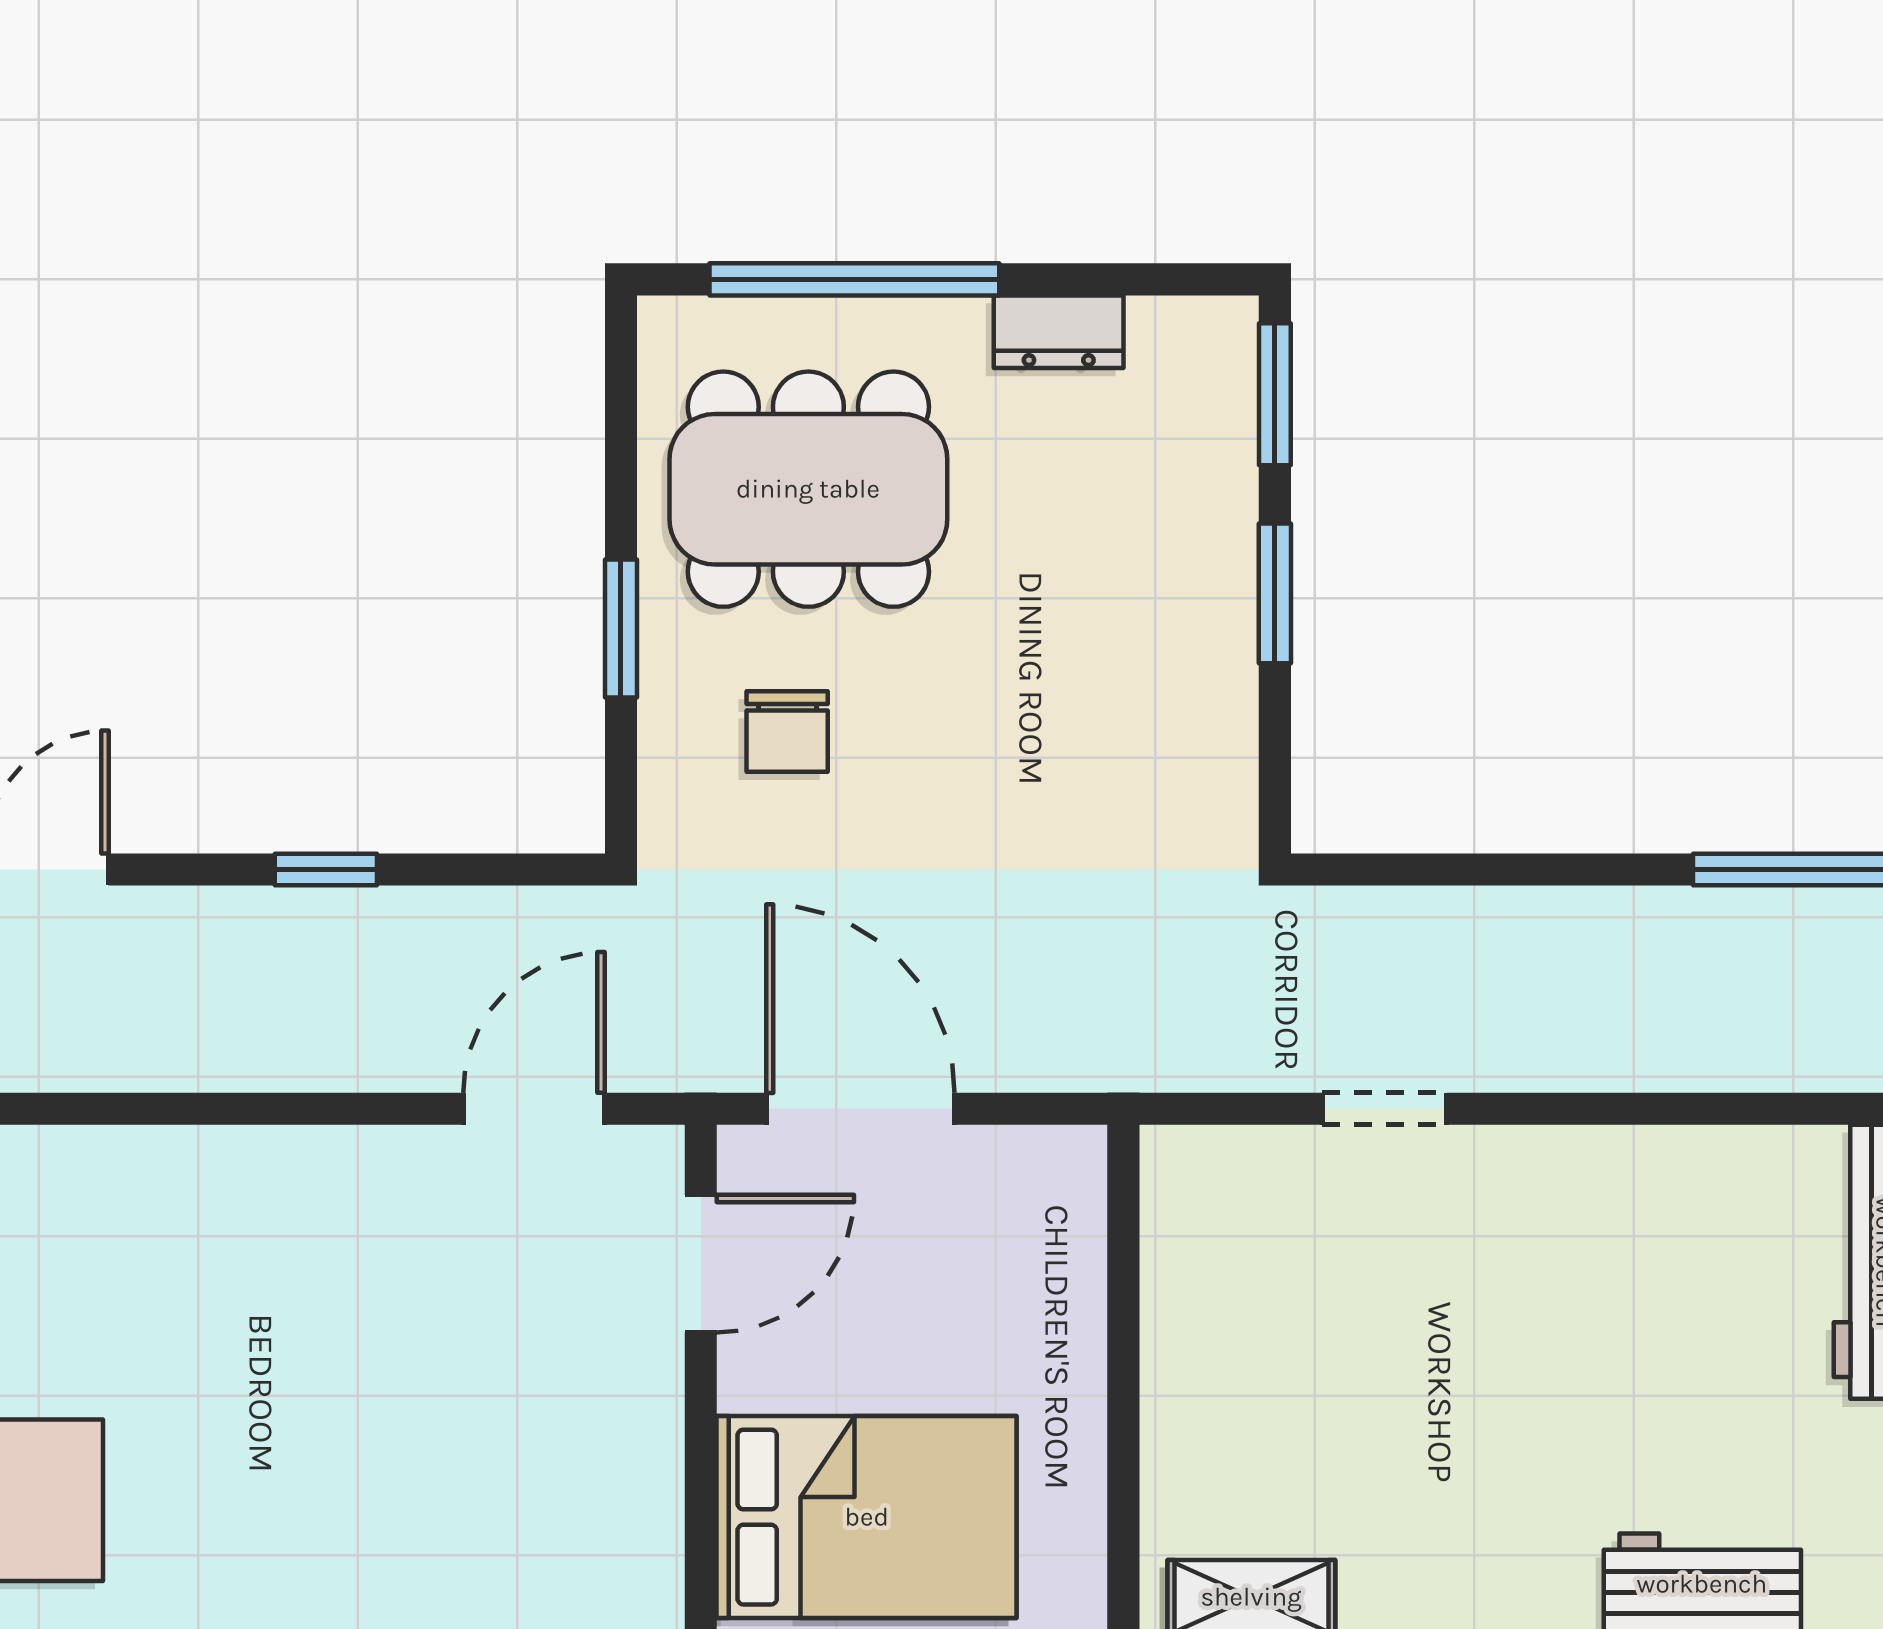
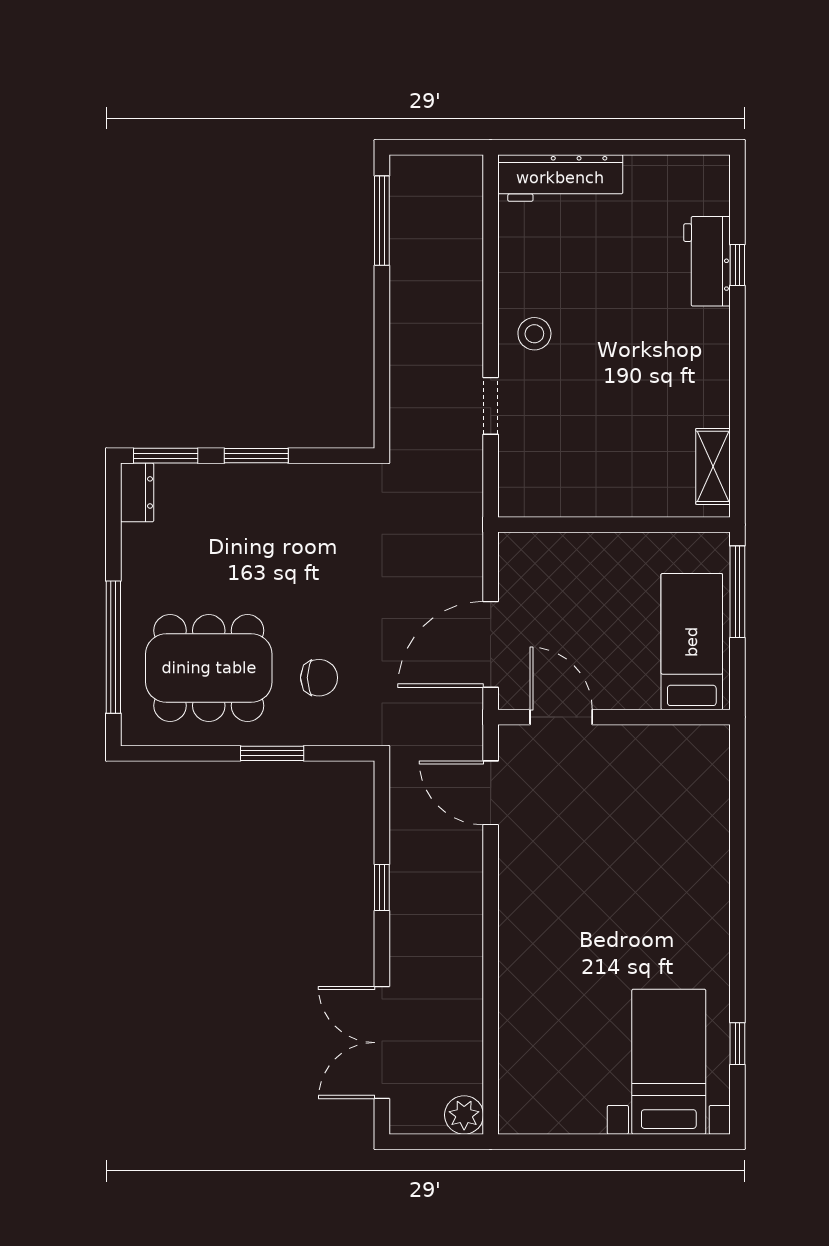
dresser: (1059, 332) -> (137, 492), moved
dining table: (808, 489) -> (209, 668), turned 90
stool: (1543, 1205) -> (534, 334), added
bed: (867, 1517) -> (692, 642), width x0.67

